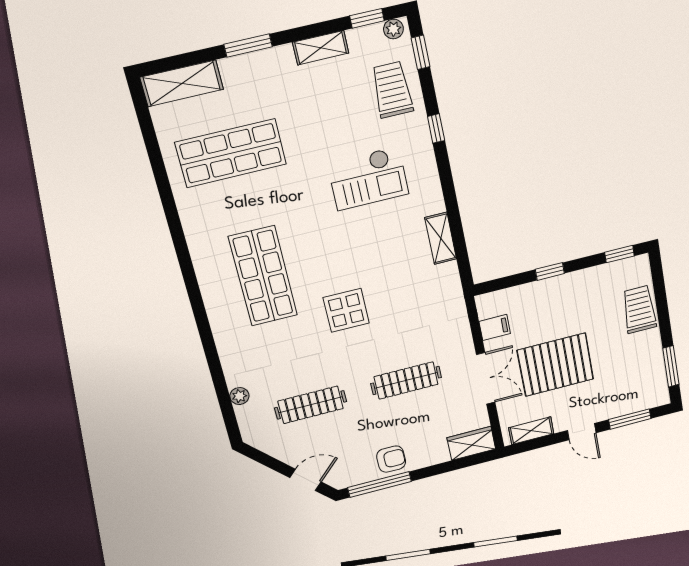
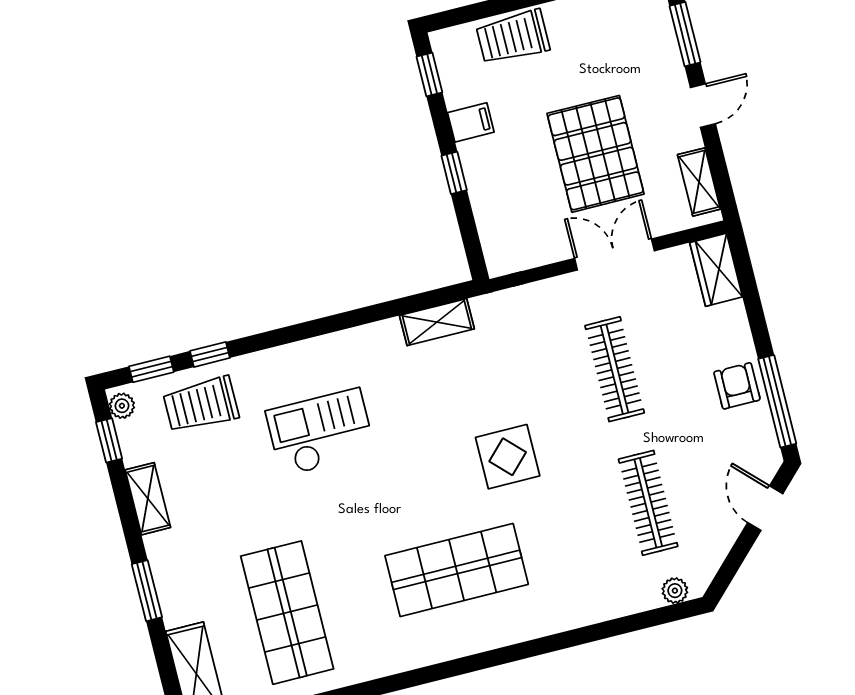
window: (436, 128) -> (210, 354), moved
checkout: (368, 178) -> (321, 432), turned -90
shelving: (441, 238) -> (437, 322), moved
filing cabinet: (495, 327) -> (471, 122), moved, turned 90
plant: (239, 396) -> (675, 591), moved

